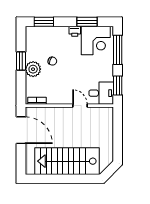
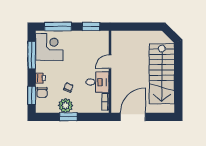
window: (87, 22) -> (32, 55), width x1.44
printer: (75, 31) -> (40, 78), moved
chair: (47, 33) -> (42, 93), added
plant: (33, 69) -> (66, 106), moved
desk: (101, 93) -> (97, 82), moved, turned 90

